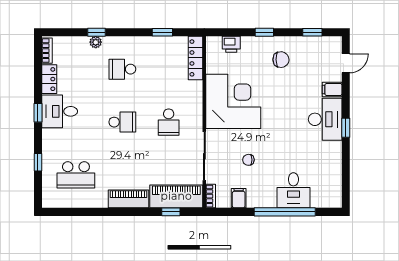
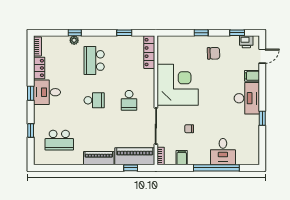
printer: (231, 44) -> (246, 42), moved
school desk: (122, 69) -> (94, 60), width x1.85
window: (346, 128) -> (262, 118), moved

